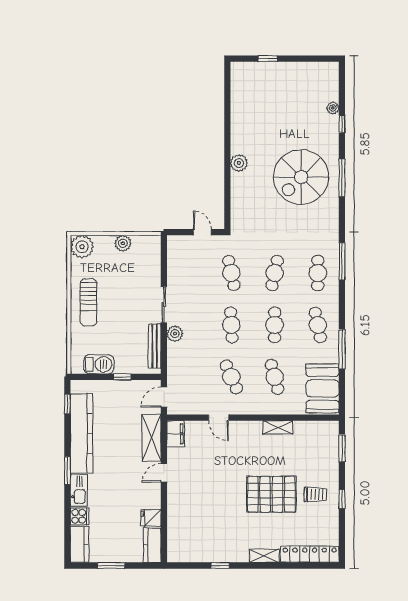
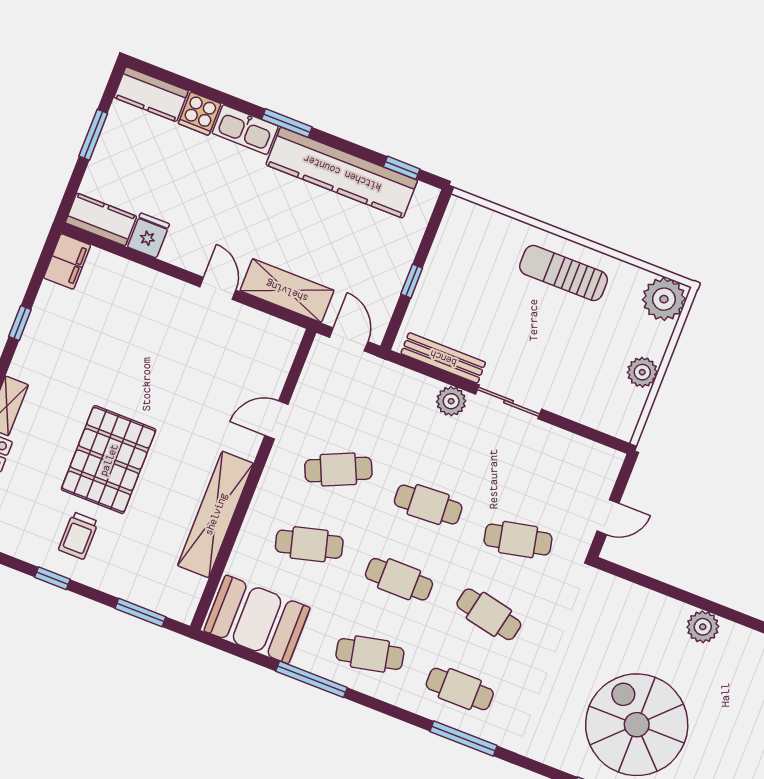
barbecue: (99, 364) -> (449, 249), removed
shelving: (278, 427) -> (216, 514), width x2.20, depth x1.33
filing cabinet: (176, 434) -> (67, 261), moved, turned -90

